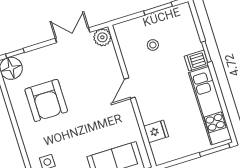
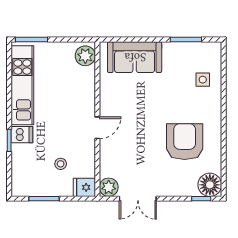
fridge: (156, 131) -> (84, 187), moved
plant: (161, 150) -> (85, 56), added

